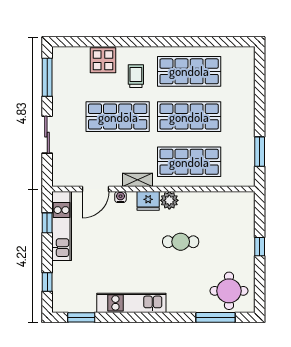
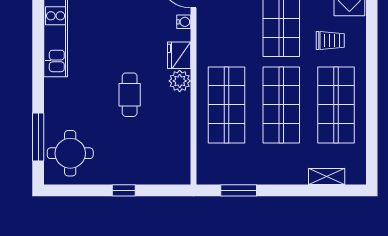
shelving: (138, 180) -> (327, 177), moved, turned 90

